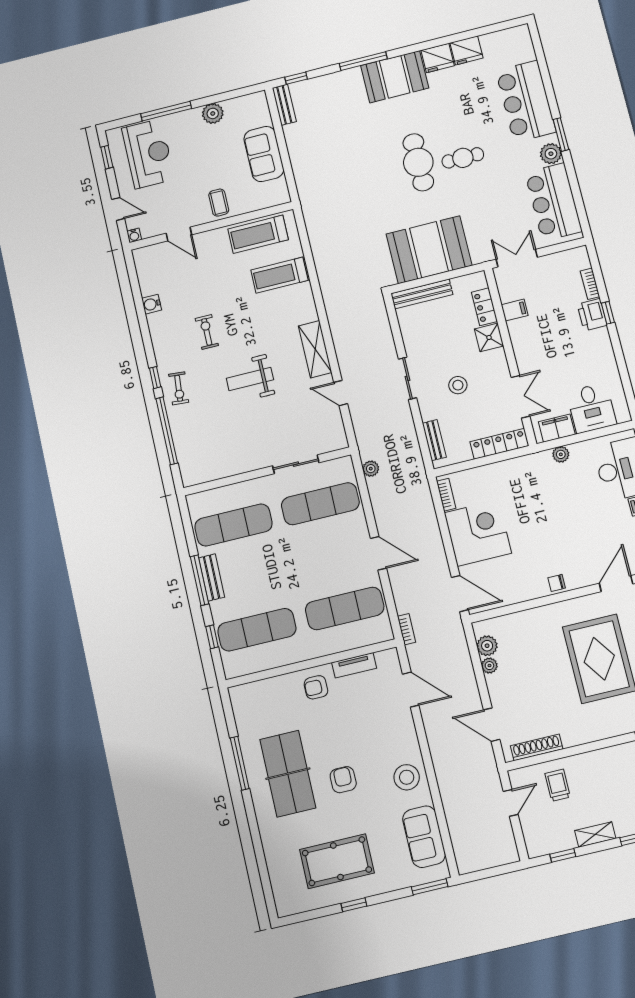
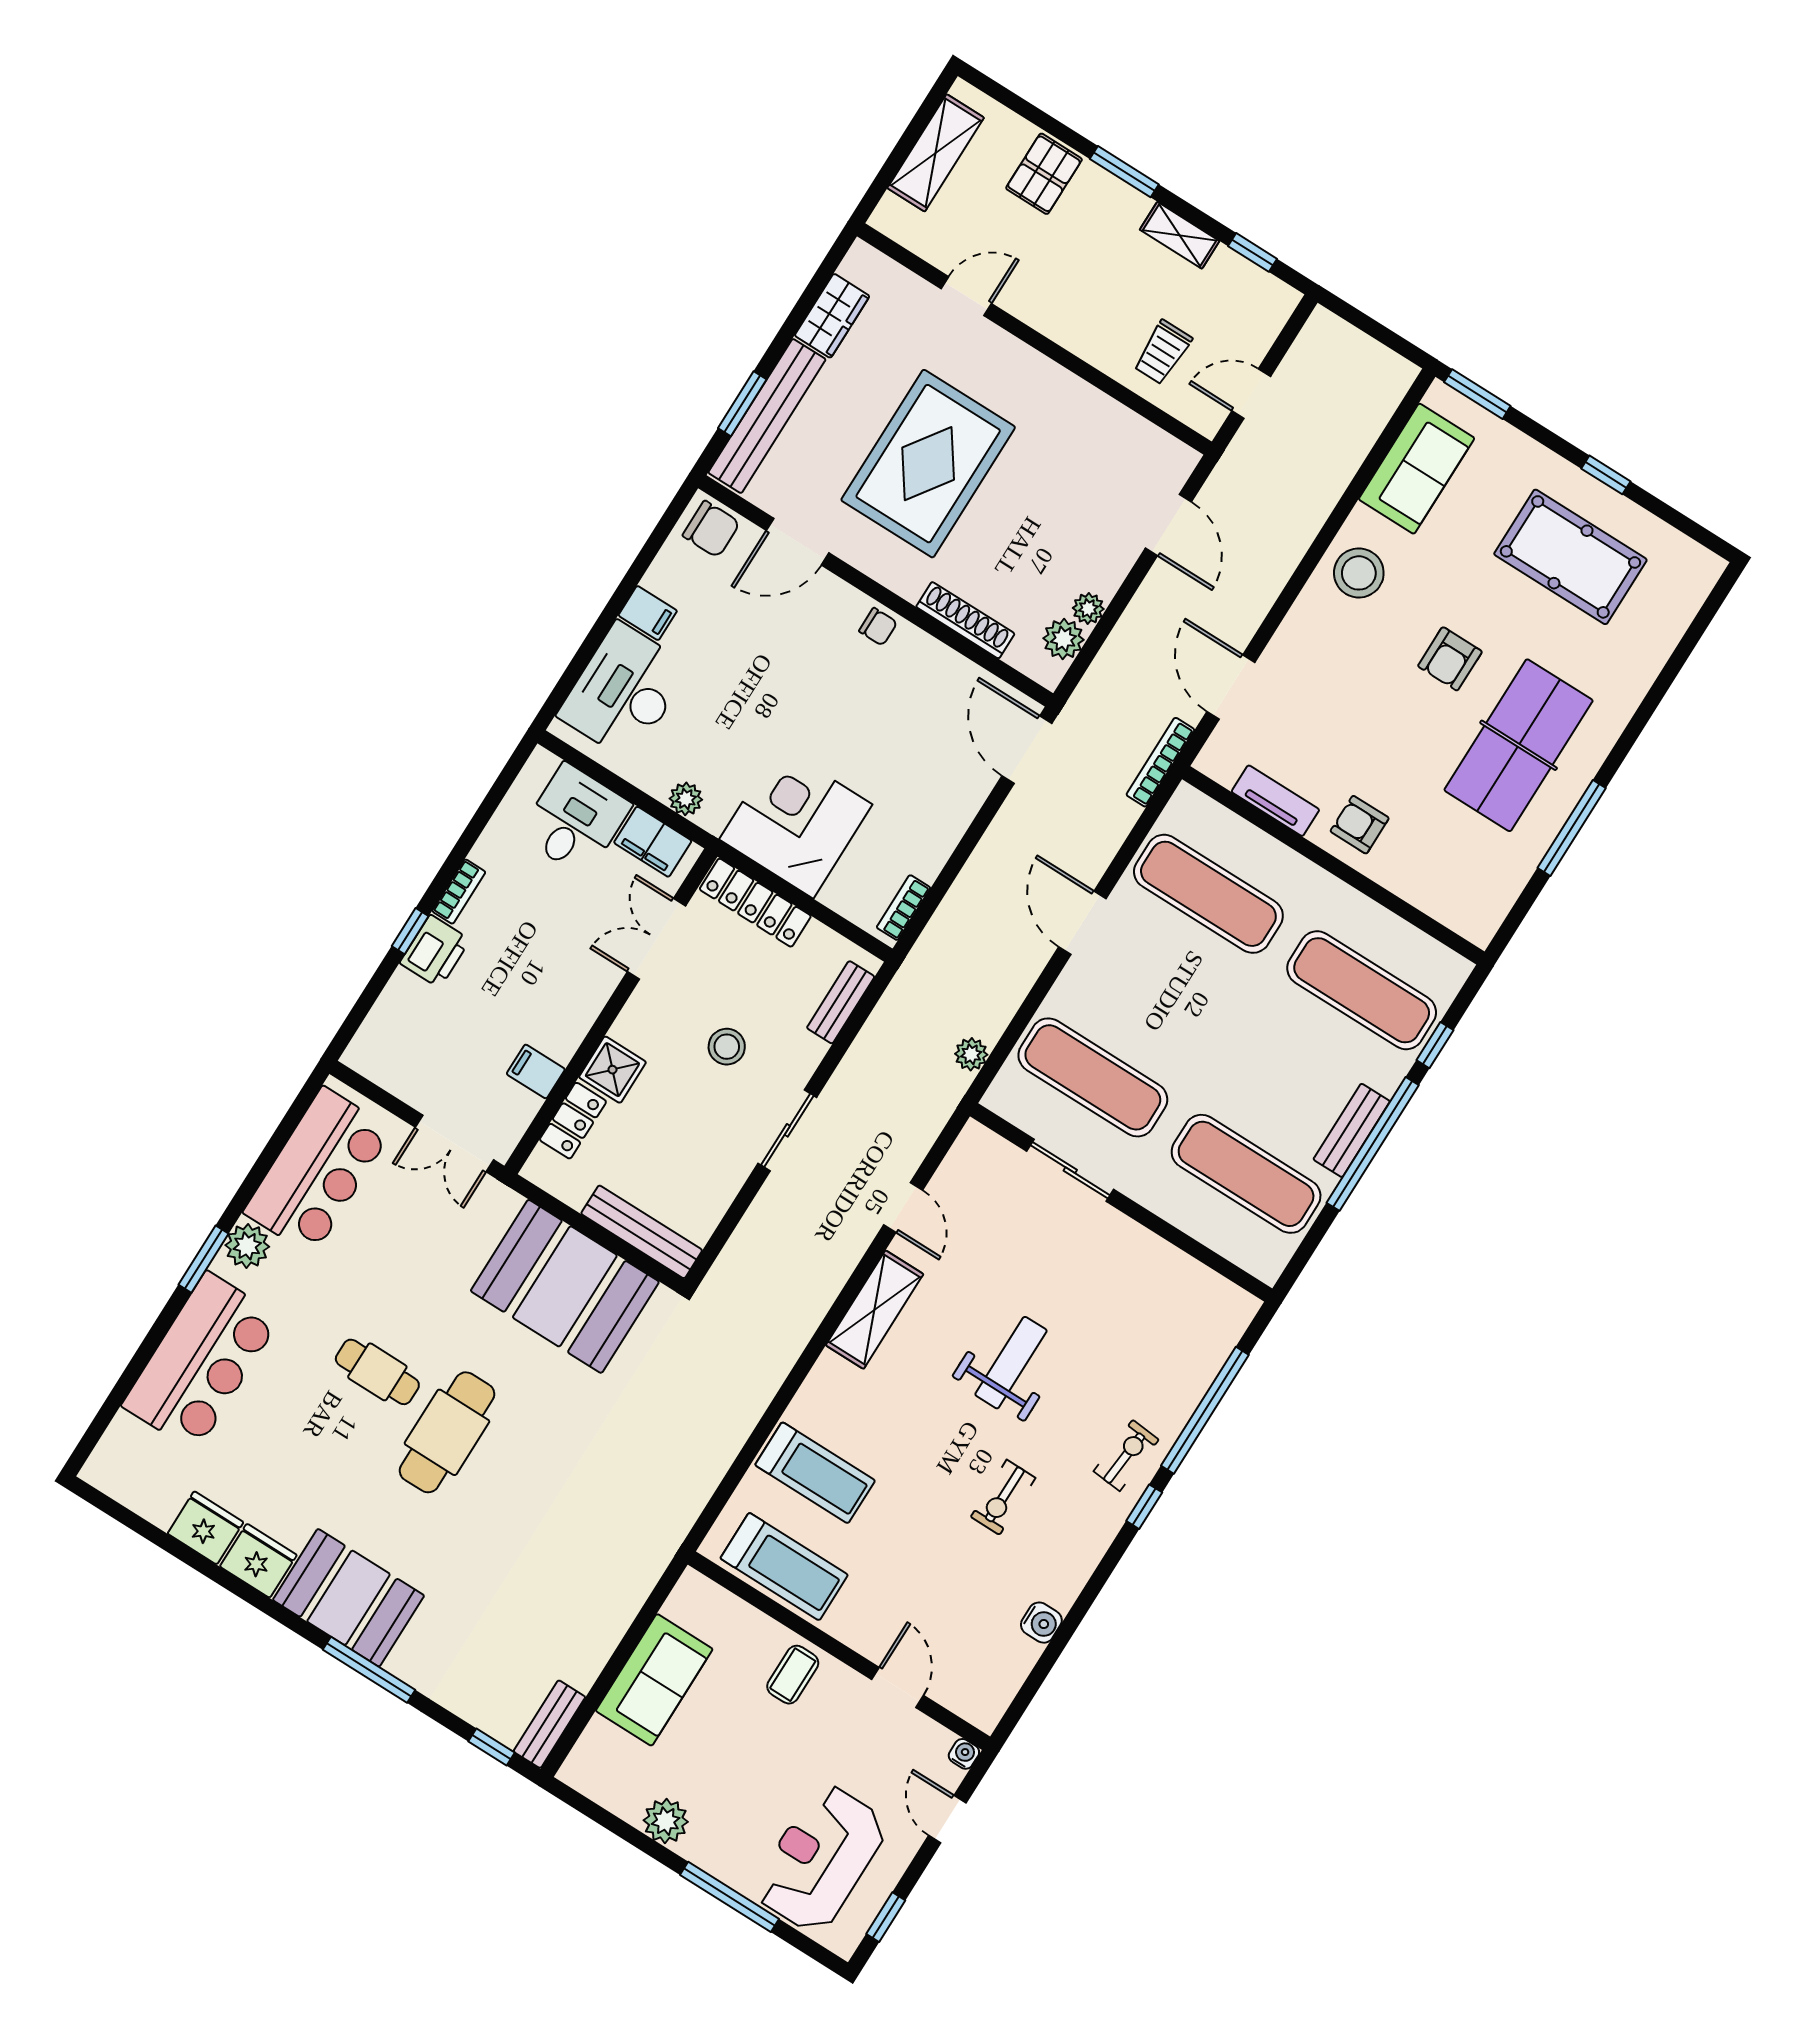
bookcase: (590, 284) -> (459, 892), moved
weight bench: (250, 379) -> (1011, 1363), turned -90
corner desk: (478, 533) -> (796, 822), moved, turned 90
window: (200, 580) -> (1373, 1144), width x1.46
bookcase: (407, 629) -> (1160, 762), width x1.56
armchair: (316, 687) -> (1360, 825), turned 180
shoe rack: (537, 747) -> (965, 620), moved, turned 180

